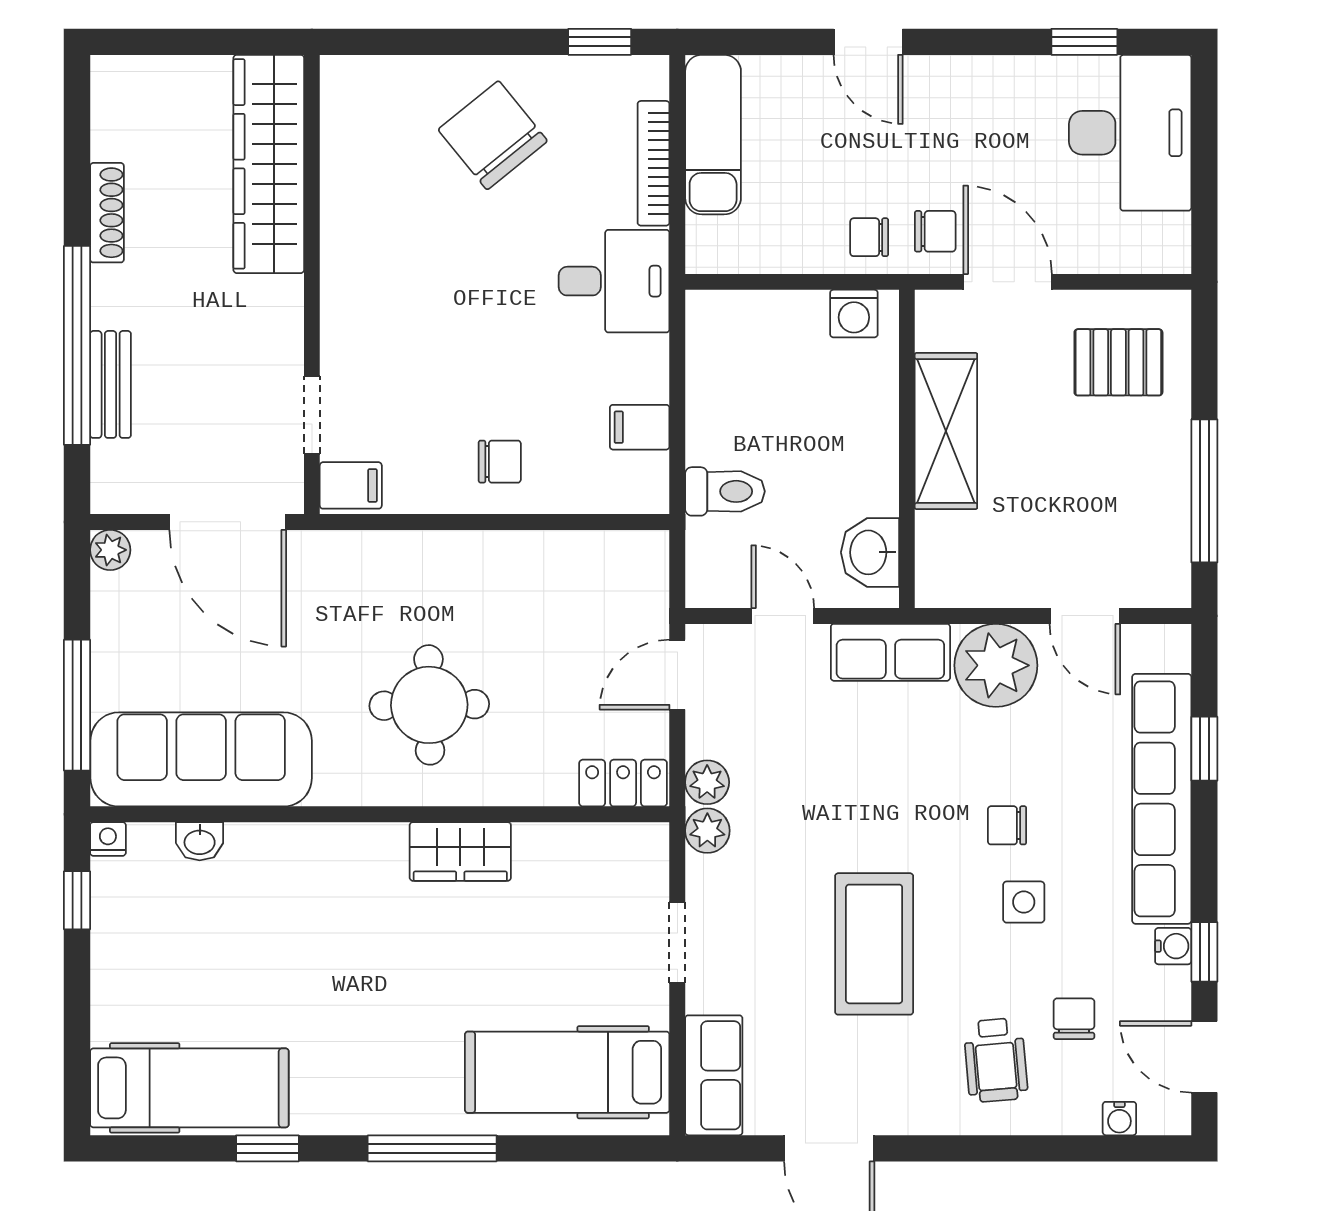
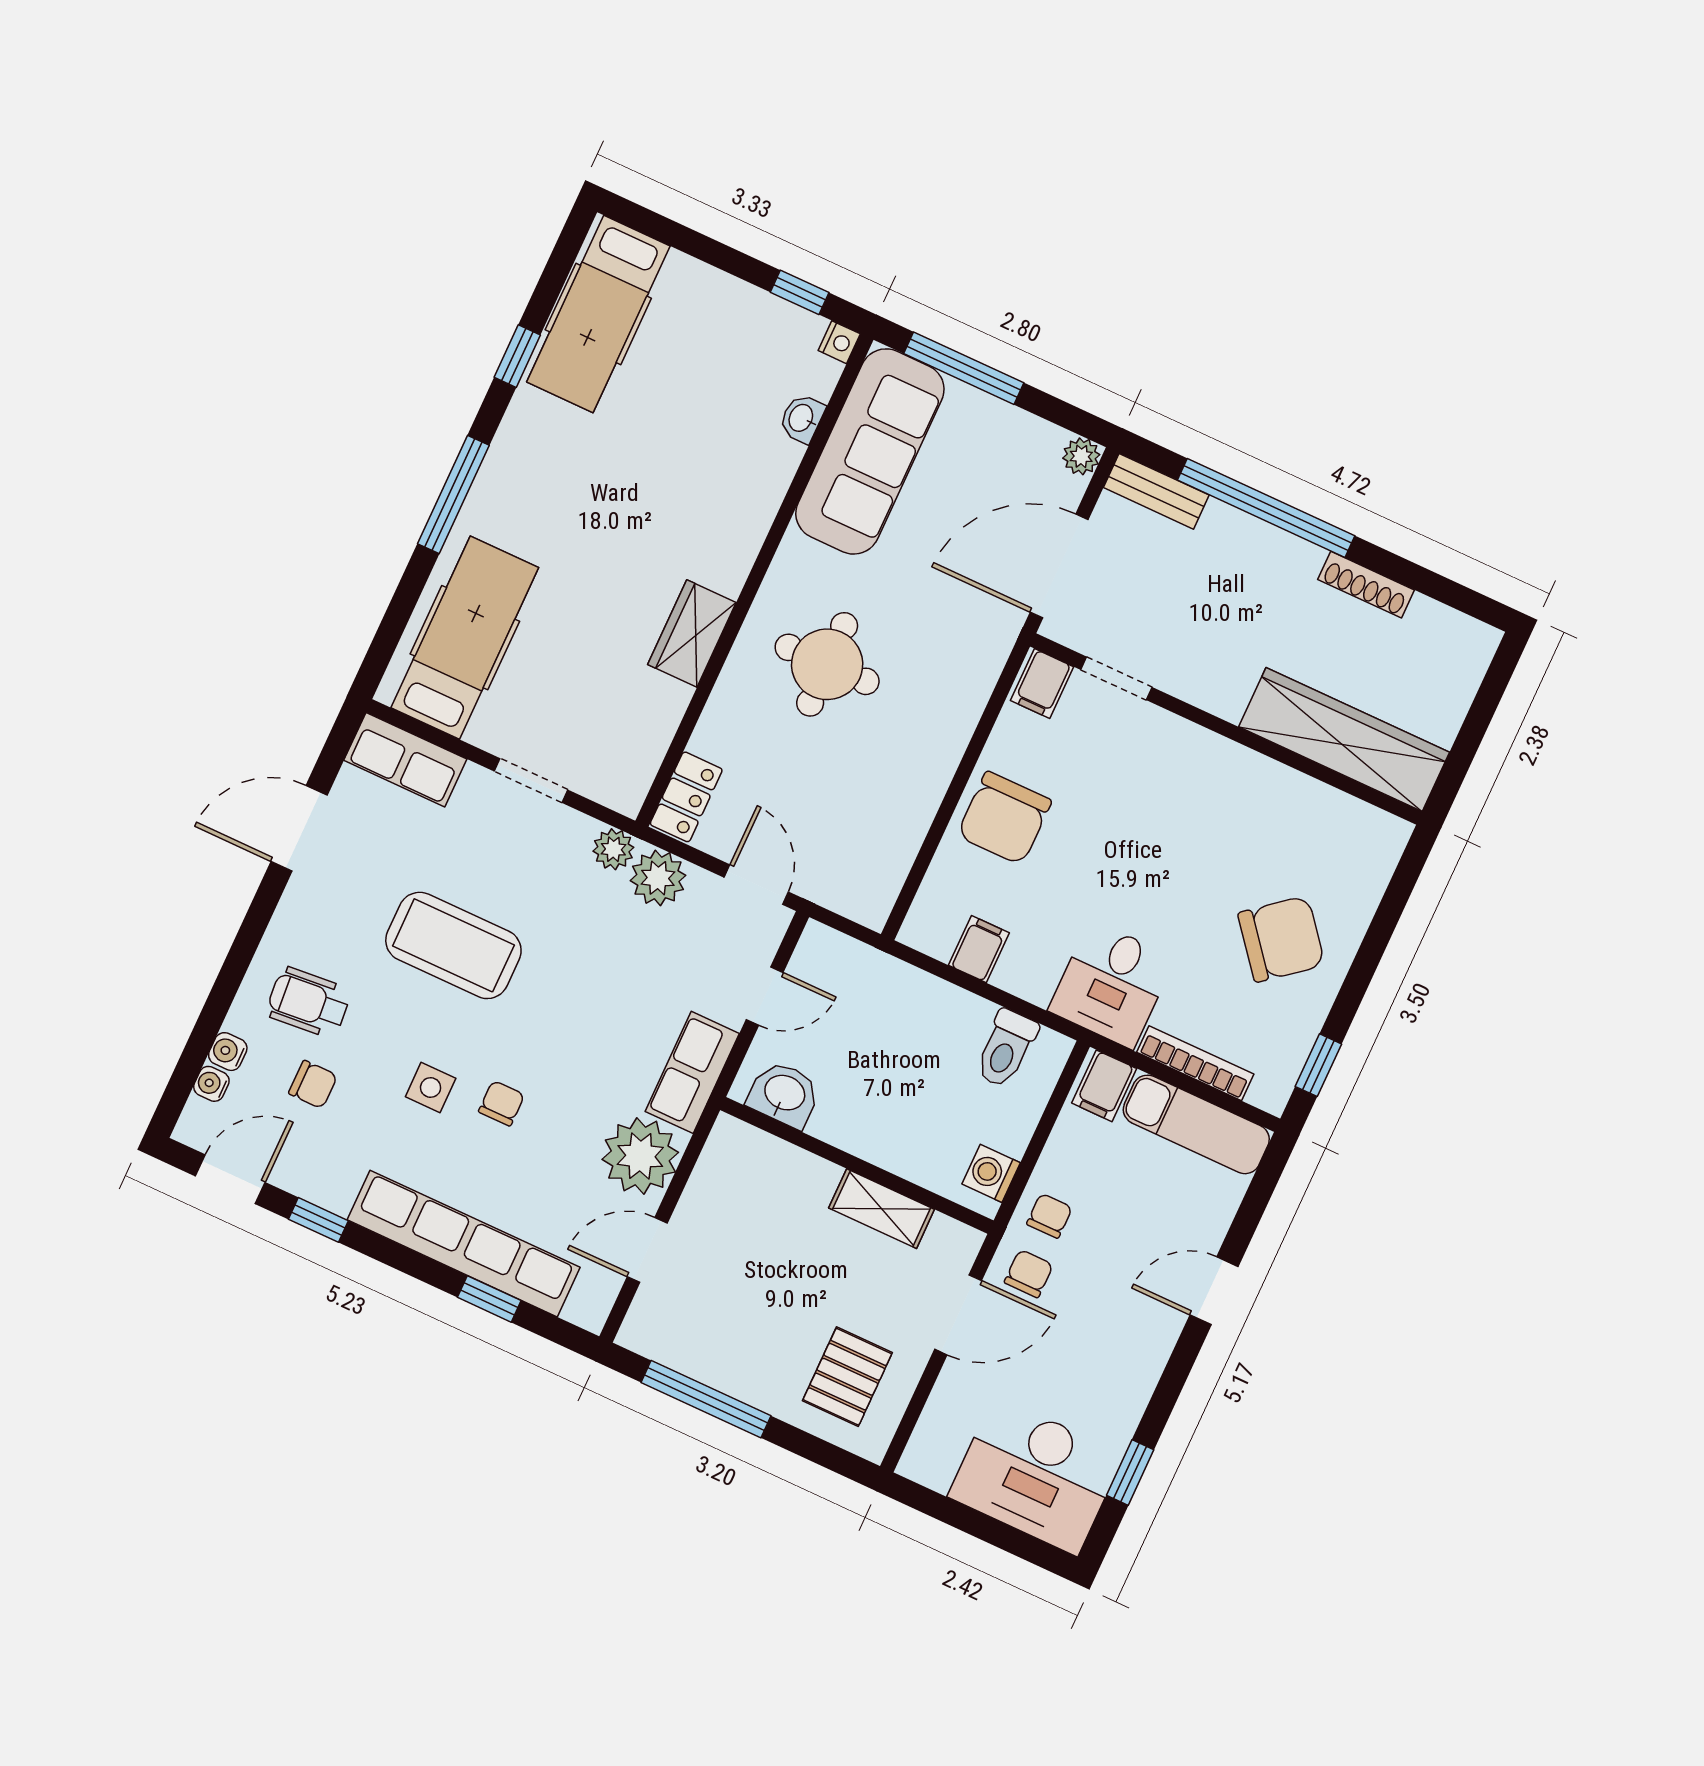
chair: (935, 231) -> (1029, 1274), turned 180
filing cabinet: (717, 242) -> (1104, 1086), added
bench: (111, 384) -> (1156, 491), moved
shelving: (946, 431) -> (882, 1209), width x0.67, depth x0.75
chair: (500, 462) -> (1004, 818), width x1.87, depth x1.87
toilet: (725, 491) -> (1006, 1049), moved
plant: (707, 782) -> (658, 878), width x1.38, depth x1.38
water cooler: (1173, 946) -> (228, 1052), moved, turned 90

